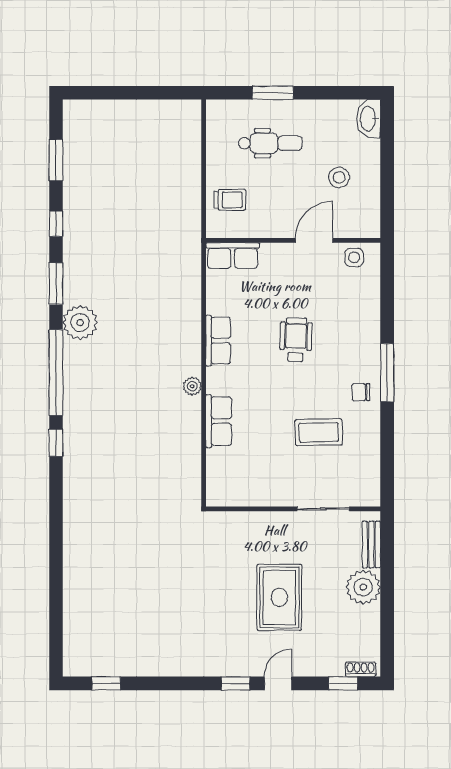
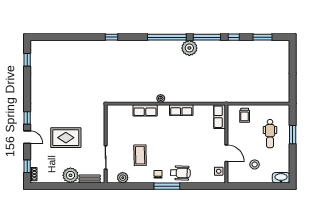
window: (56, 284) -> (207, 37), width x1.44
wheelchair: (296, 340) -> (180, 173), moved
window: (56, 443) -> (112, 37), moved
plant: (368, 471) -> (123, 178), added

